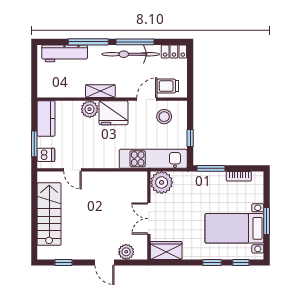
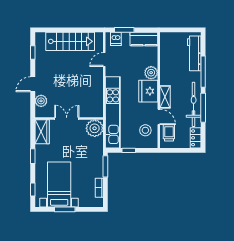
shelving: (100, 91) -> (165, 97), moved
kitchen unit: (153, 159) -> (113, 112), width x1.36
window: (212, 262) -> (33, 156), moved

